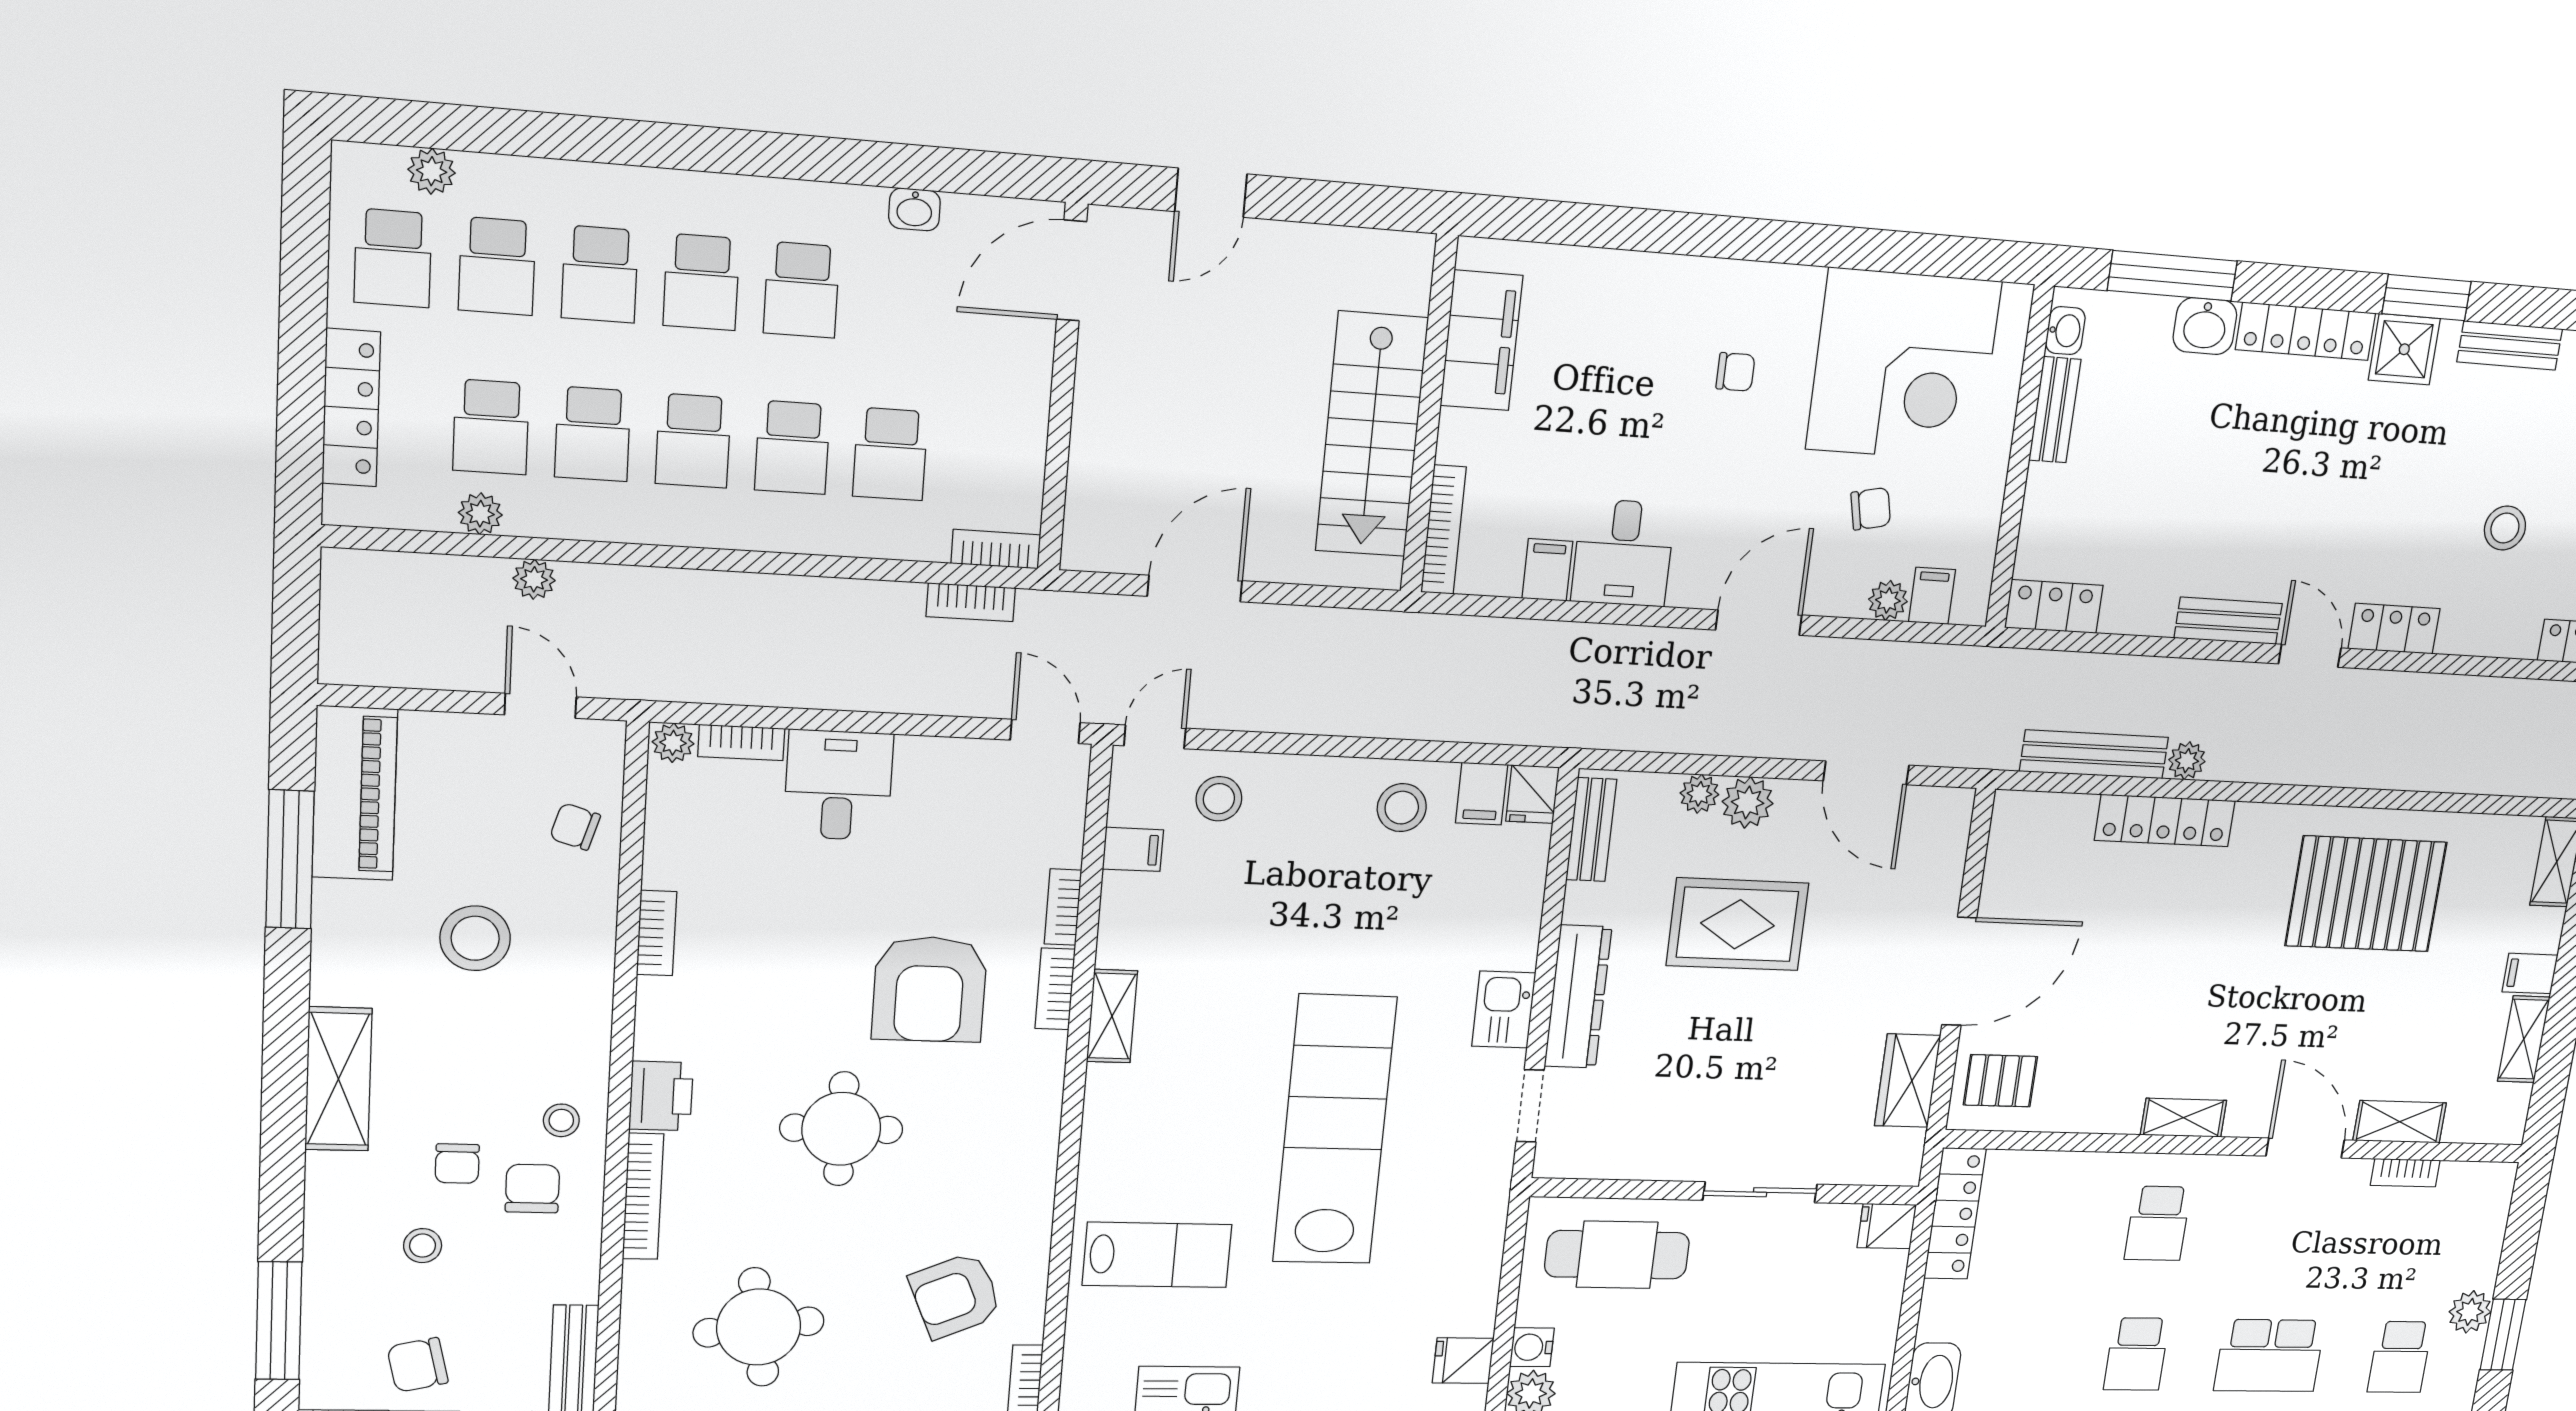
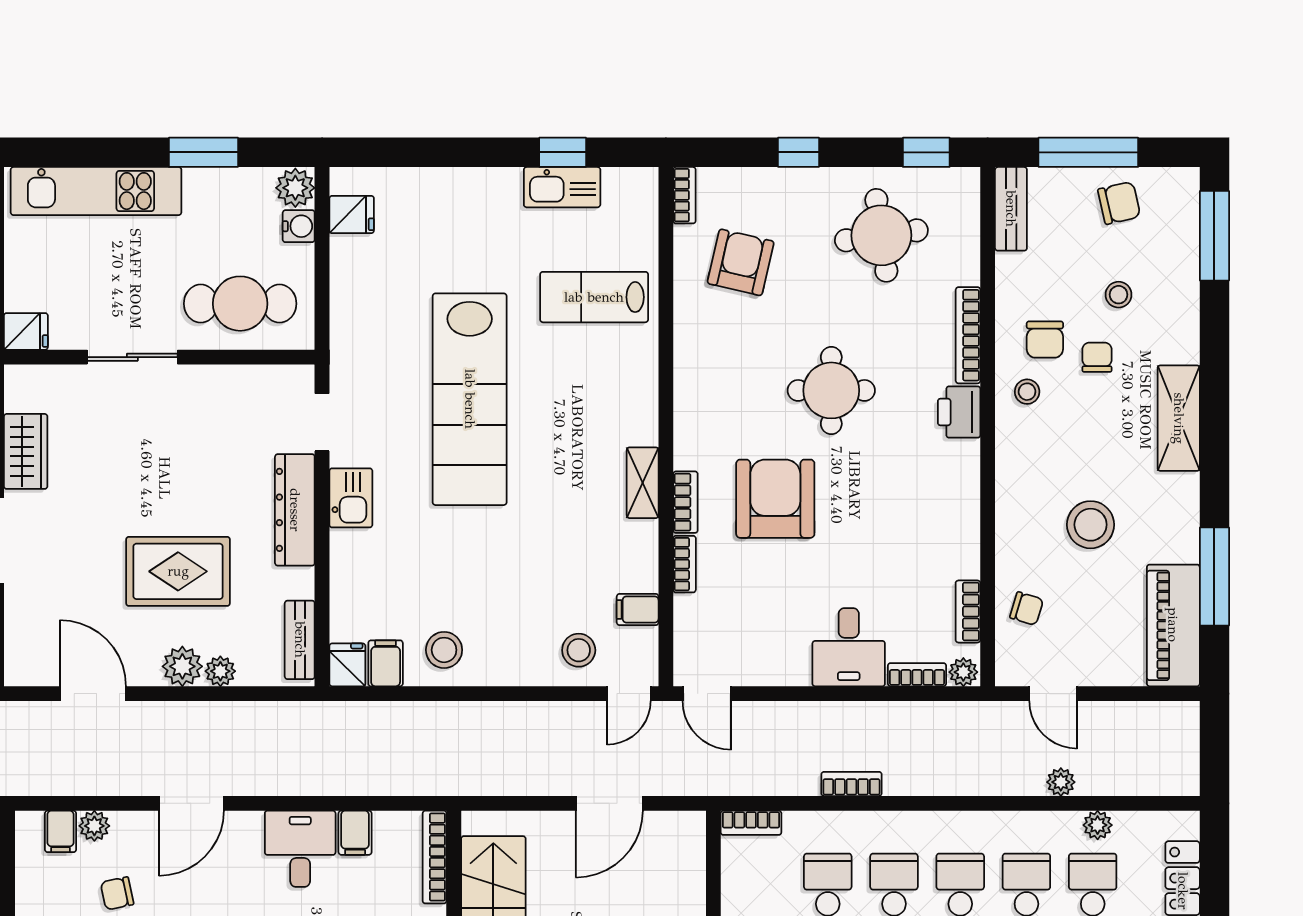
bookcase: (971, 602) -> (851, 784), moved
bookcase: (657, 933) -> (968, 611), moved
armchair: (956, 1295) -> (741, 262), turned -54

